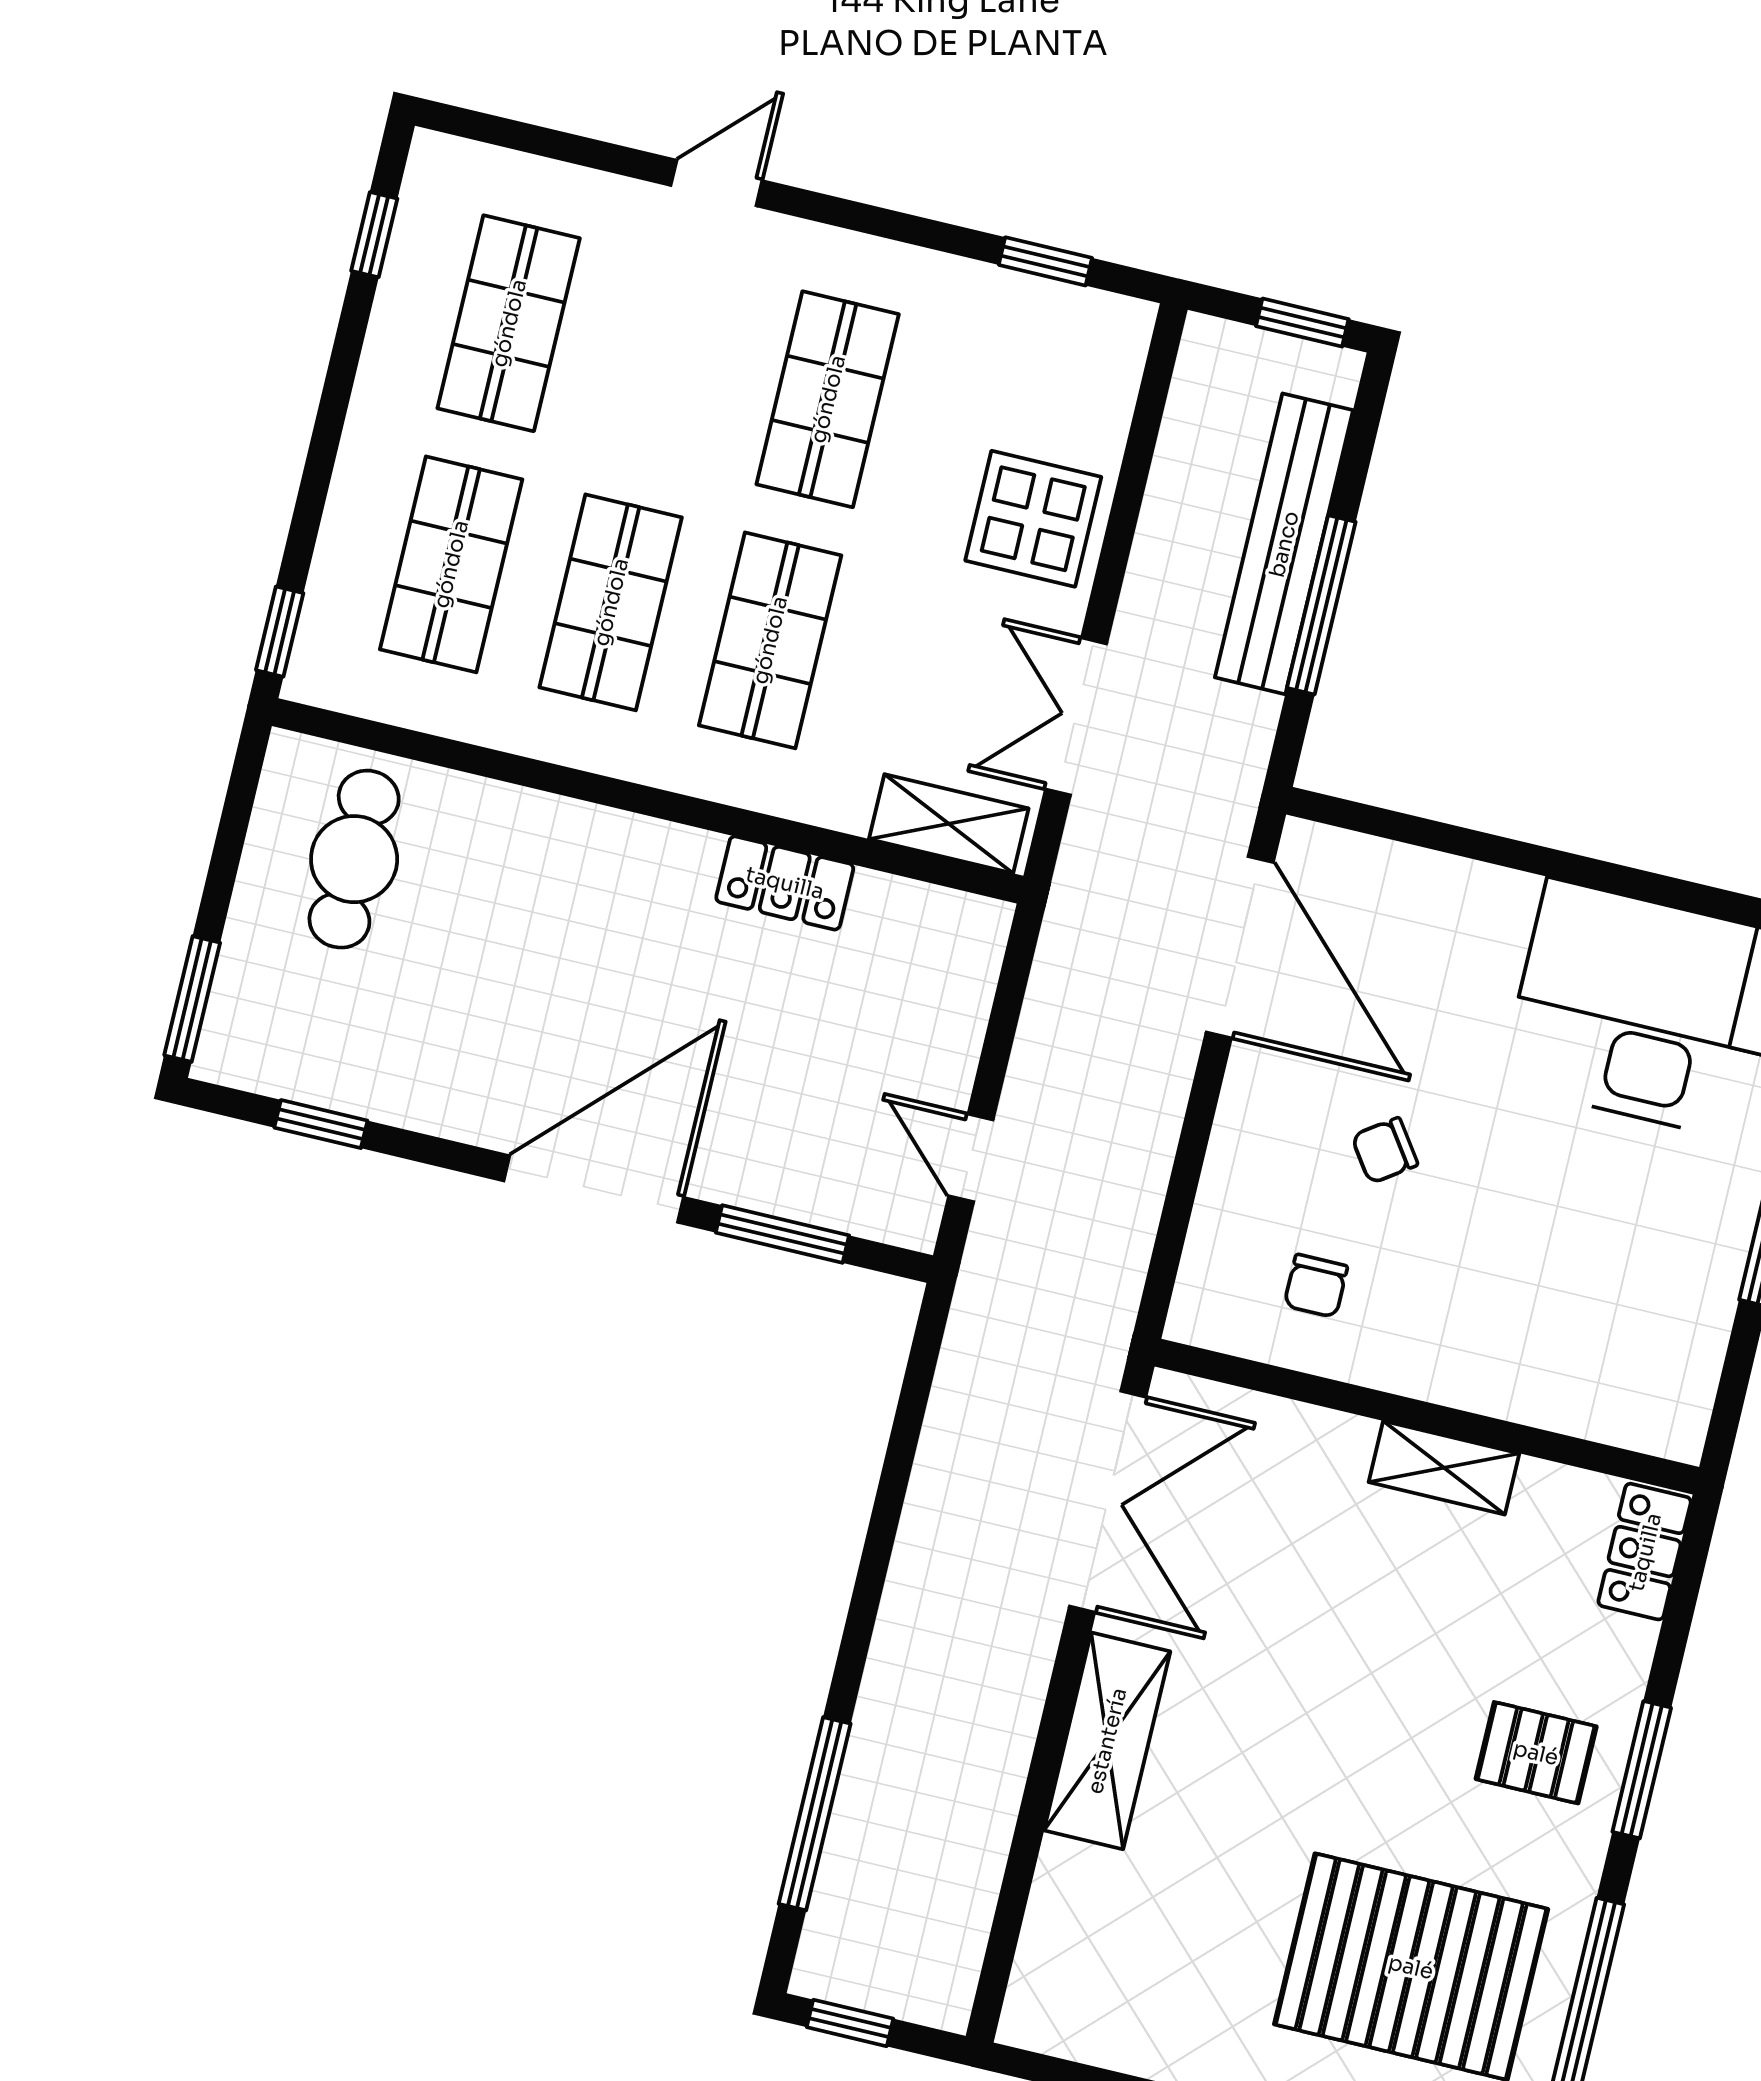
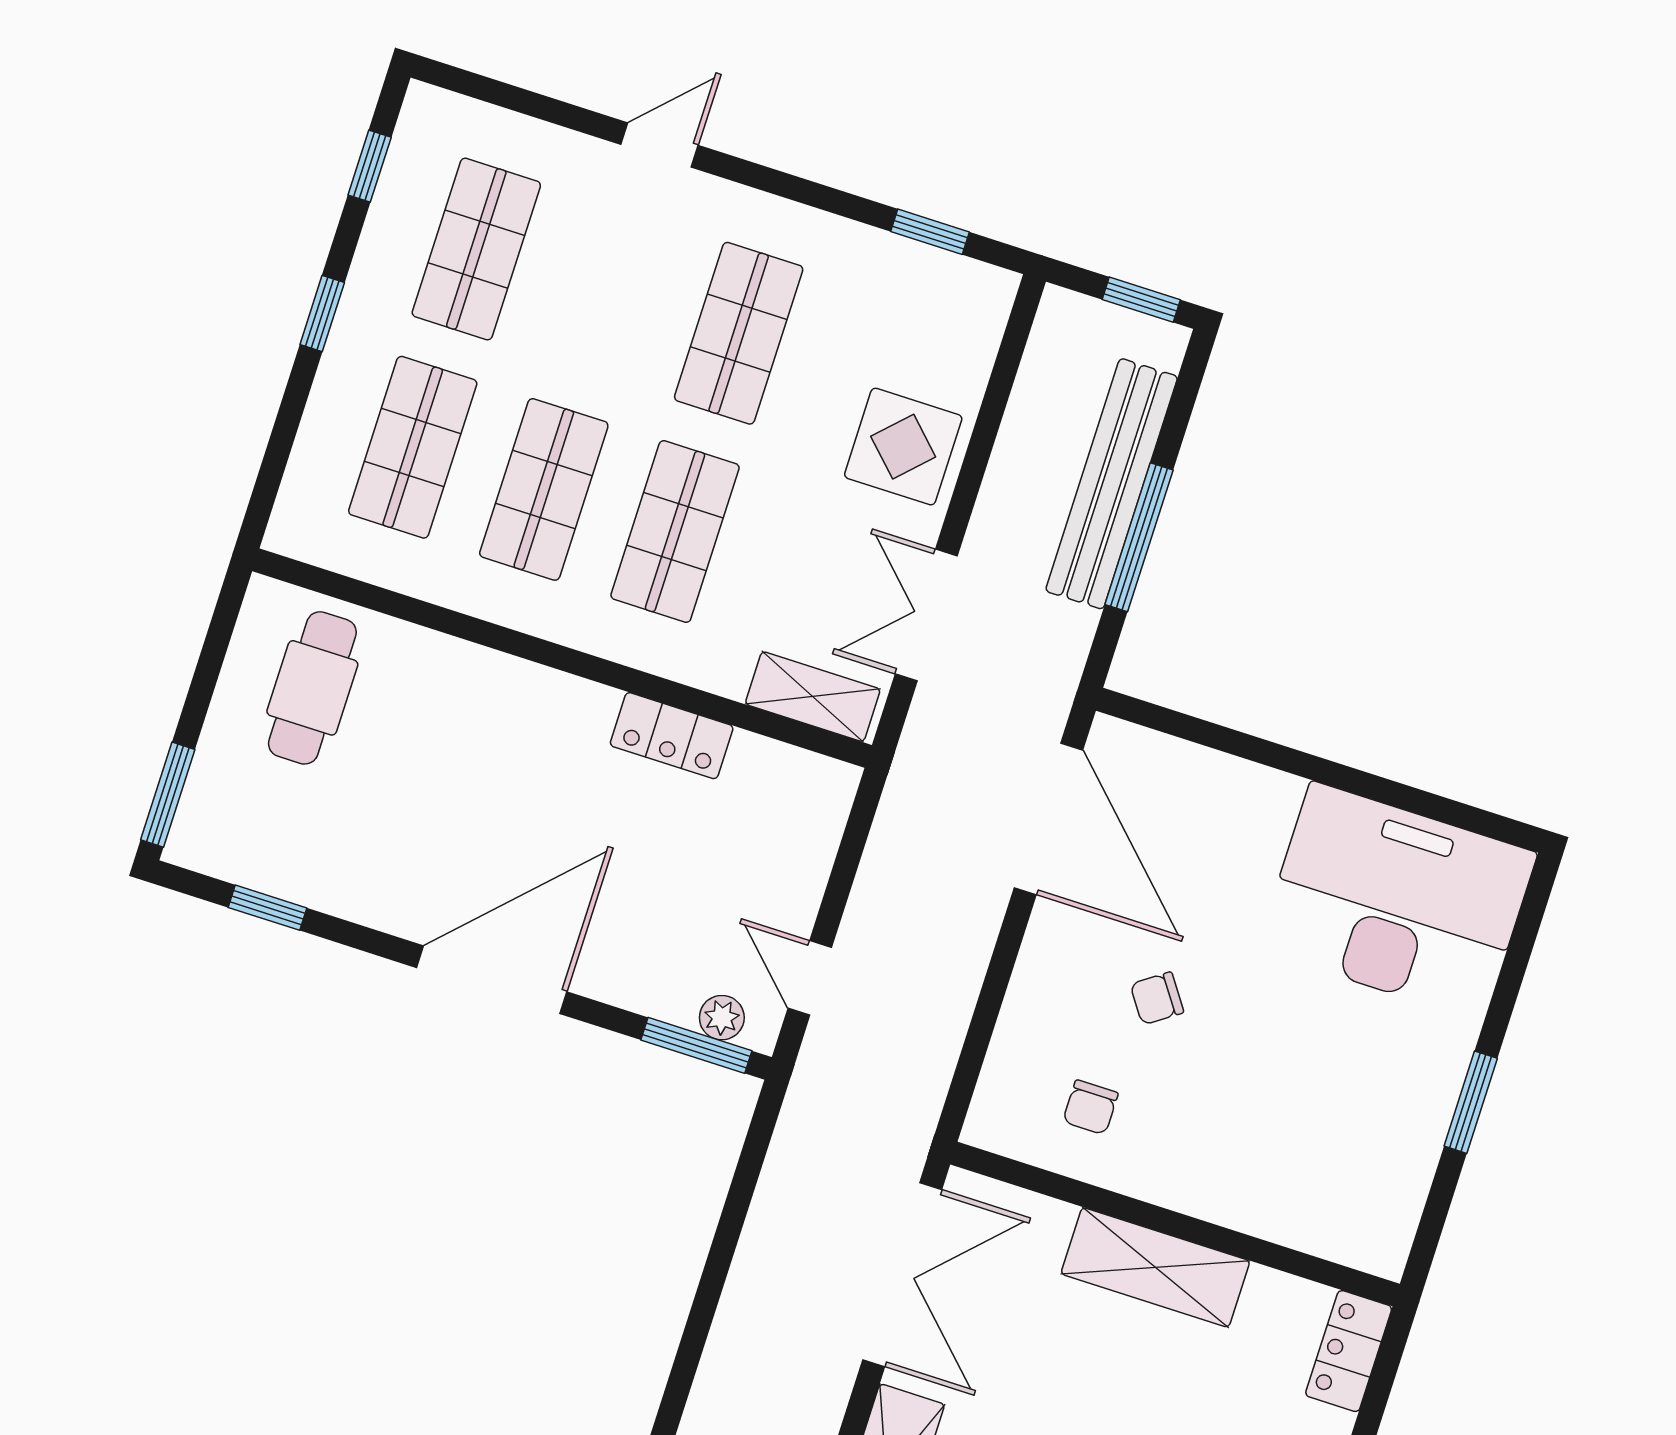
window: (280, 632) -> (322, 314), moved
plant: (870, 1213) -> (722, 1018), added
window: (782, 1234) -> (696, 1045), moved
shelving: (1444, 1468) -> (1155, 1267), width x1.50, depth x1.33

